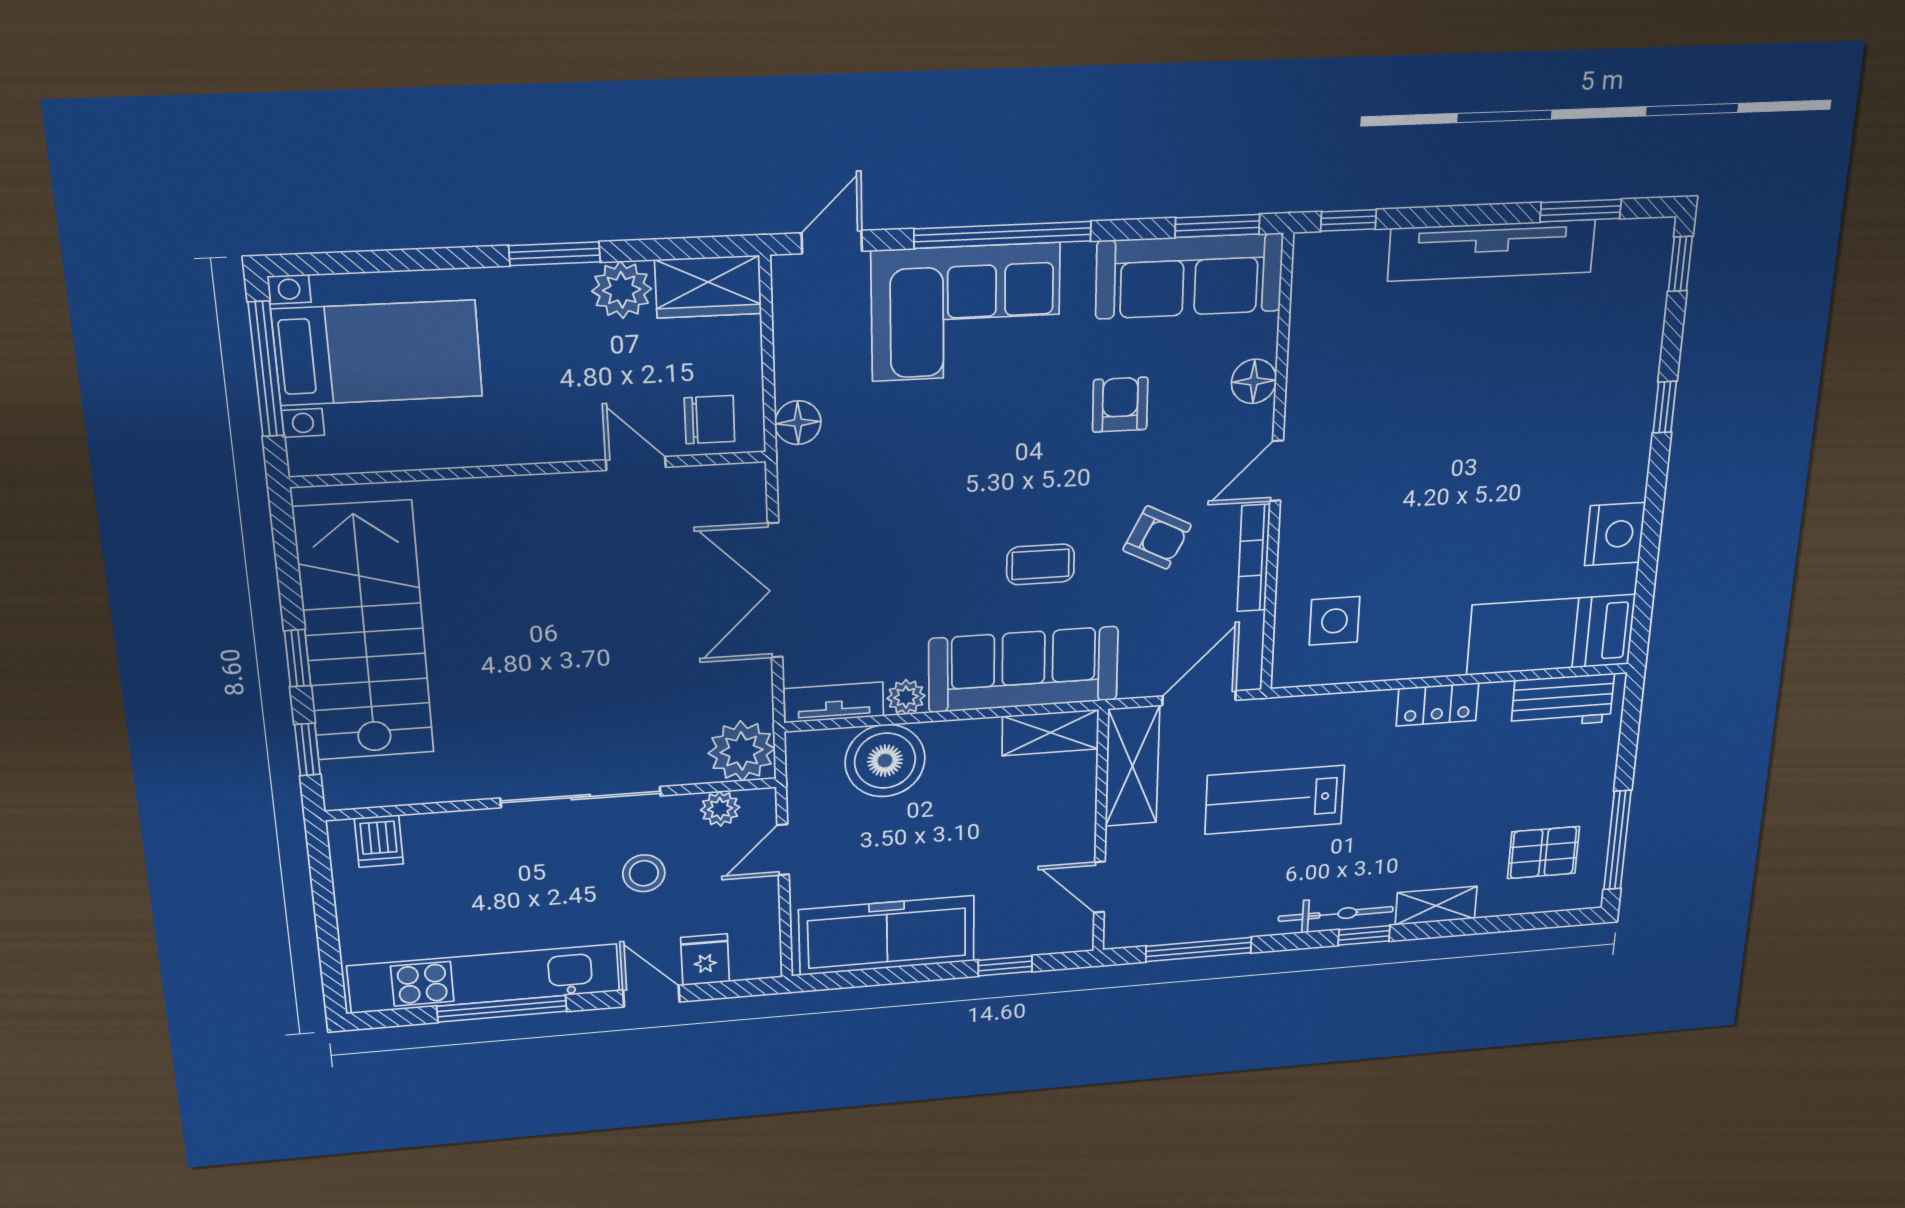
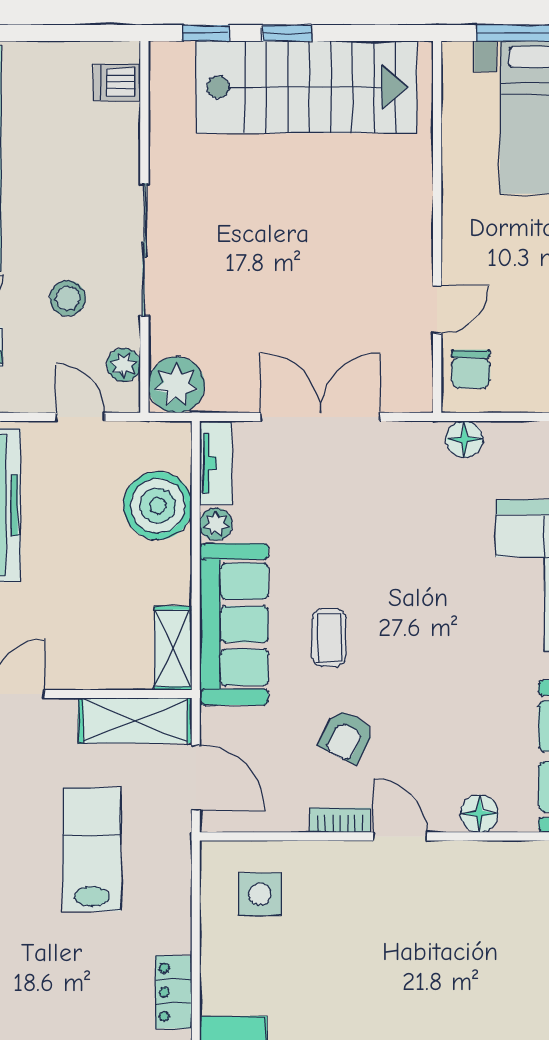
armchair: (1120, 405) -> (465, 702), removed
bookcase: (1254, 558) -> (340, 820), width x0.64

